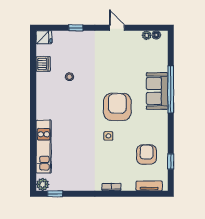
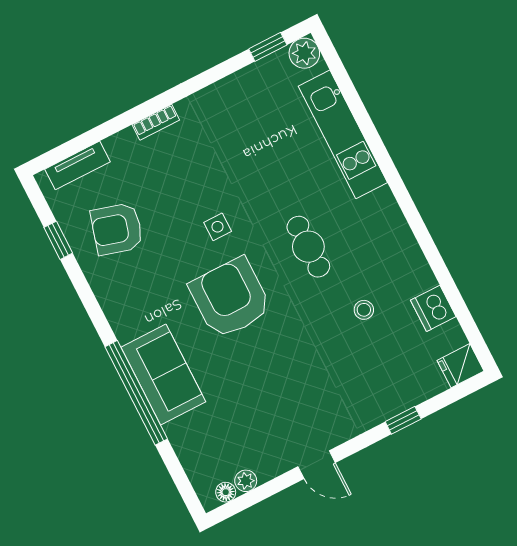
armchair: (117, 107) -> (230, 298), turned 180
cafe table: (78, 111) -> (308, 247), added
armchair: (147, 154) -> (117, 229), turned 106

